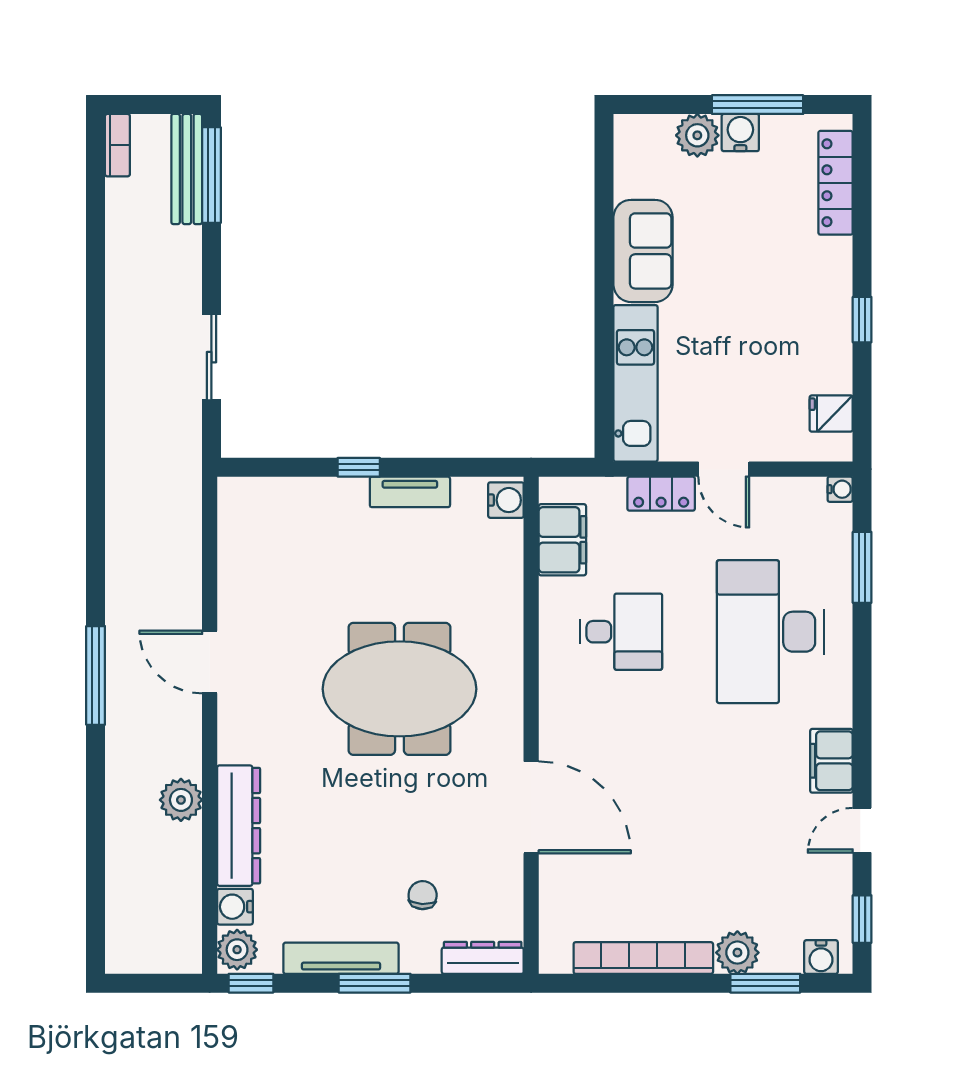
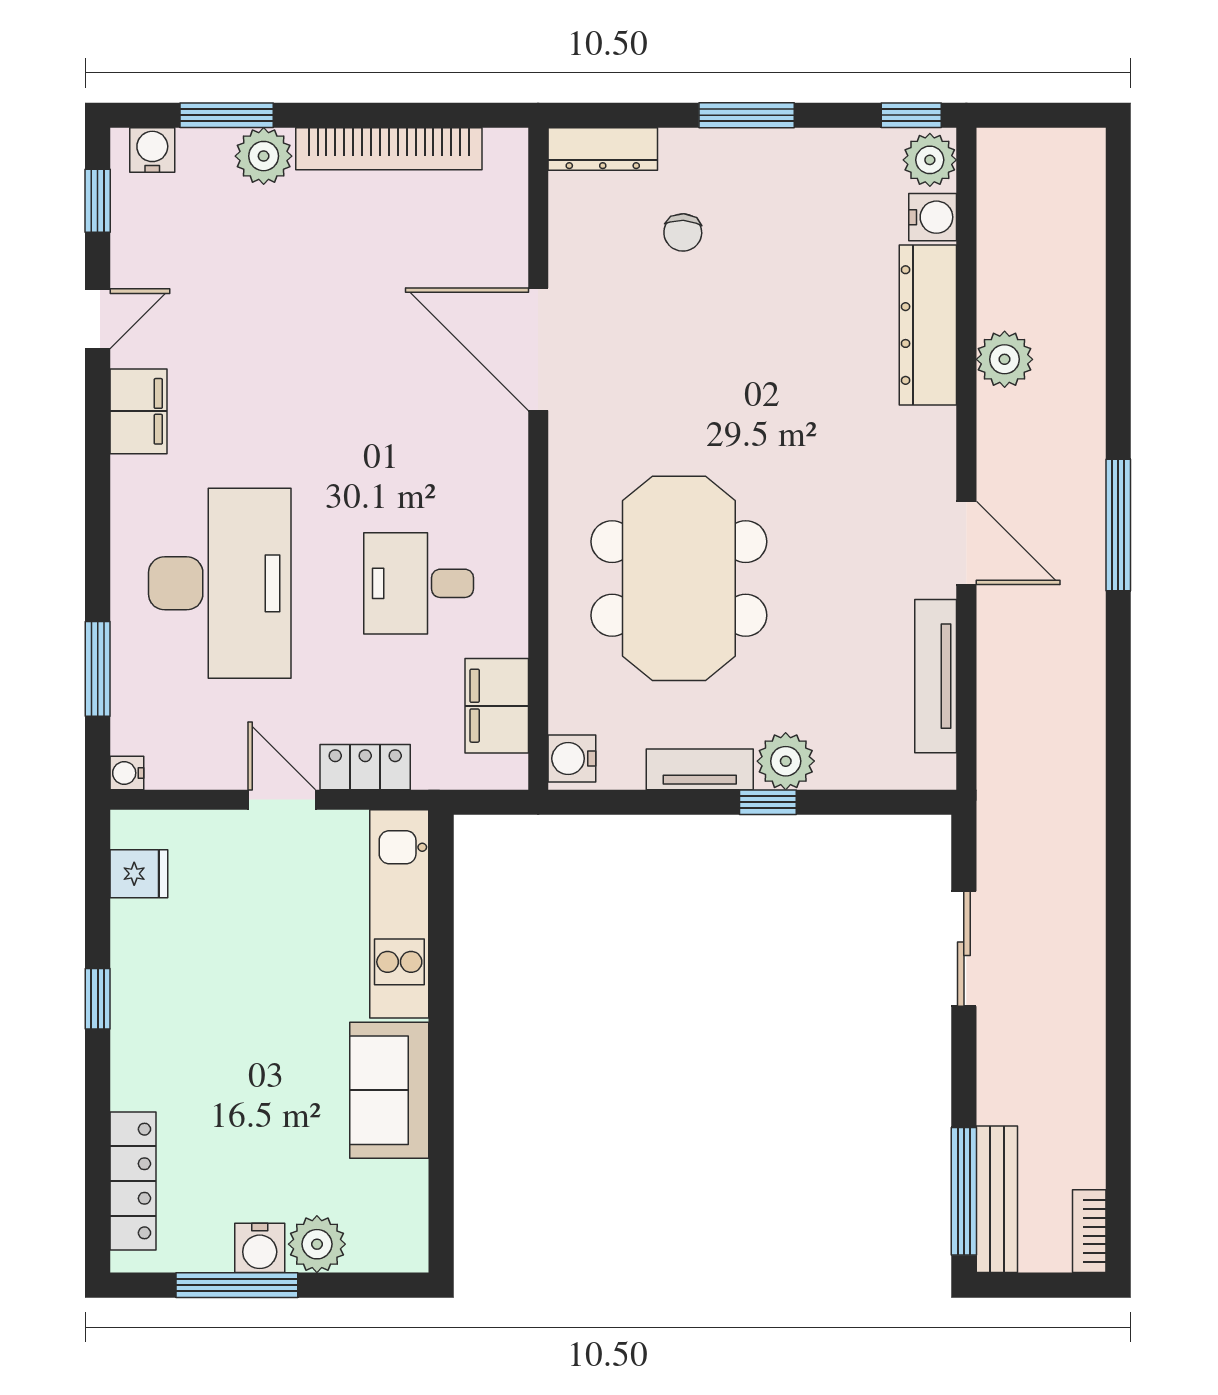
plant: (345, 498) -> (786, 761), added
meeting table: (399, 689) -> (679, 578), moved, turned 90
tv unit: (341, 958) -> (936, 676), moved, turned 90

